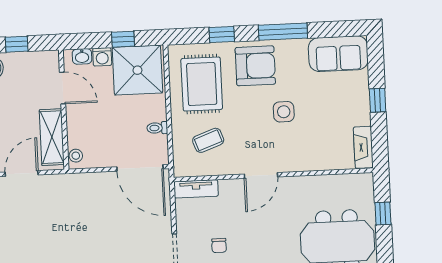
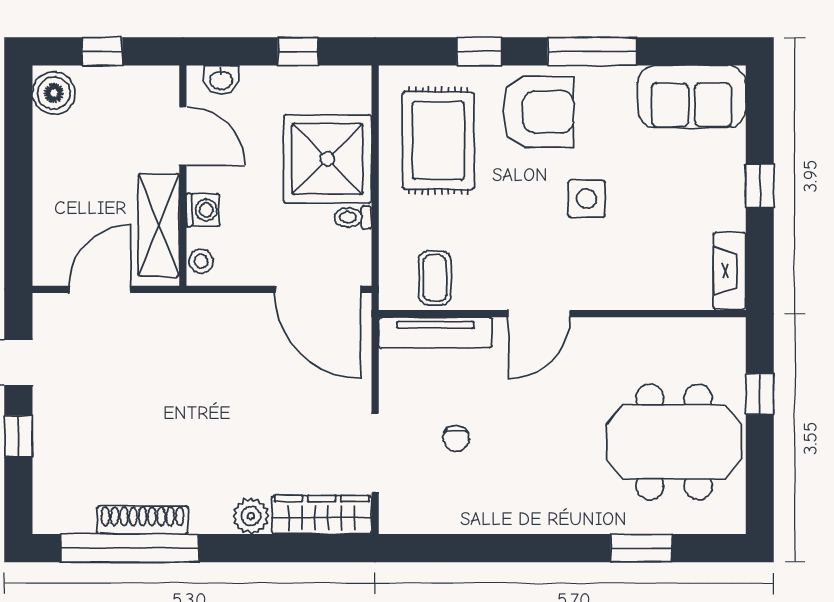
washing machine: (102, 57) -> (203, 210), moved, turned -90
shower: (137, 70) -> (327, 159), moved
coffee table: (208, 140) -> (435, 278), moved, turned -70
tv unit: (196, 189) -> (435, 333), width x1.41

